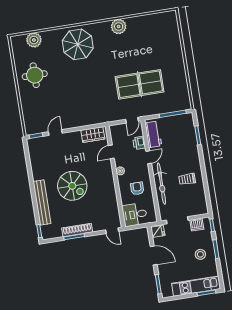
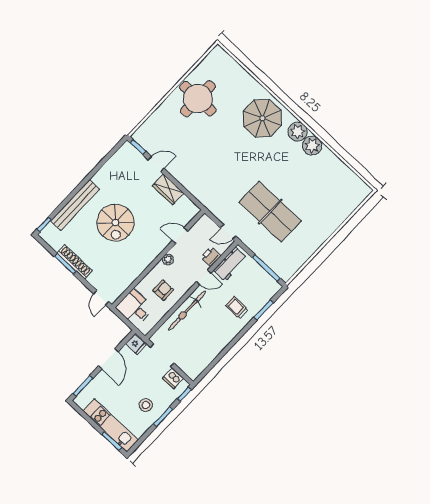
plant: (34, 40) -> (298, 132), moved
round table: (35, 75) -> (198, 99), width x1.36, depth x1.36
wardrobe: (93, 135) -> (168, 189), moved
trolley: (187, 179) -> (237, 308), moved

